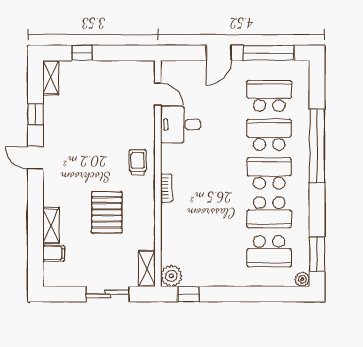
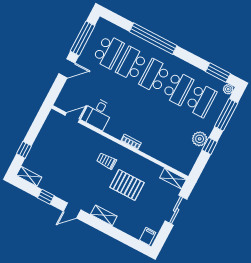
door: (219, 53) -> (67, 68), hinge flipped
school desk: (269, 96) -> (108, 52), turned 180
trolley: (138, 162) -> (107, 161), moved
shelving: (51, 226) -> (104, 215), moved
filing cabinet: (54, 253) -> (148, 236), moved
plant: (171, 276) -> (200, 139), moved
window: (188, 294) -> (210, 146), moved
window: (267, 294) -> (226, 115), added

